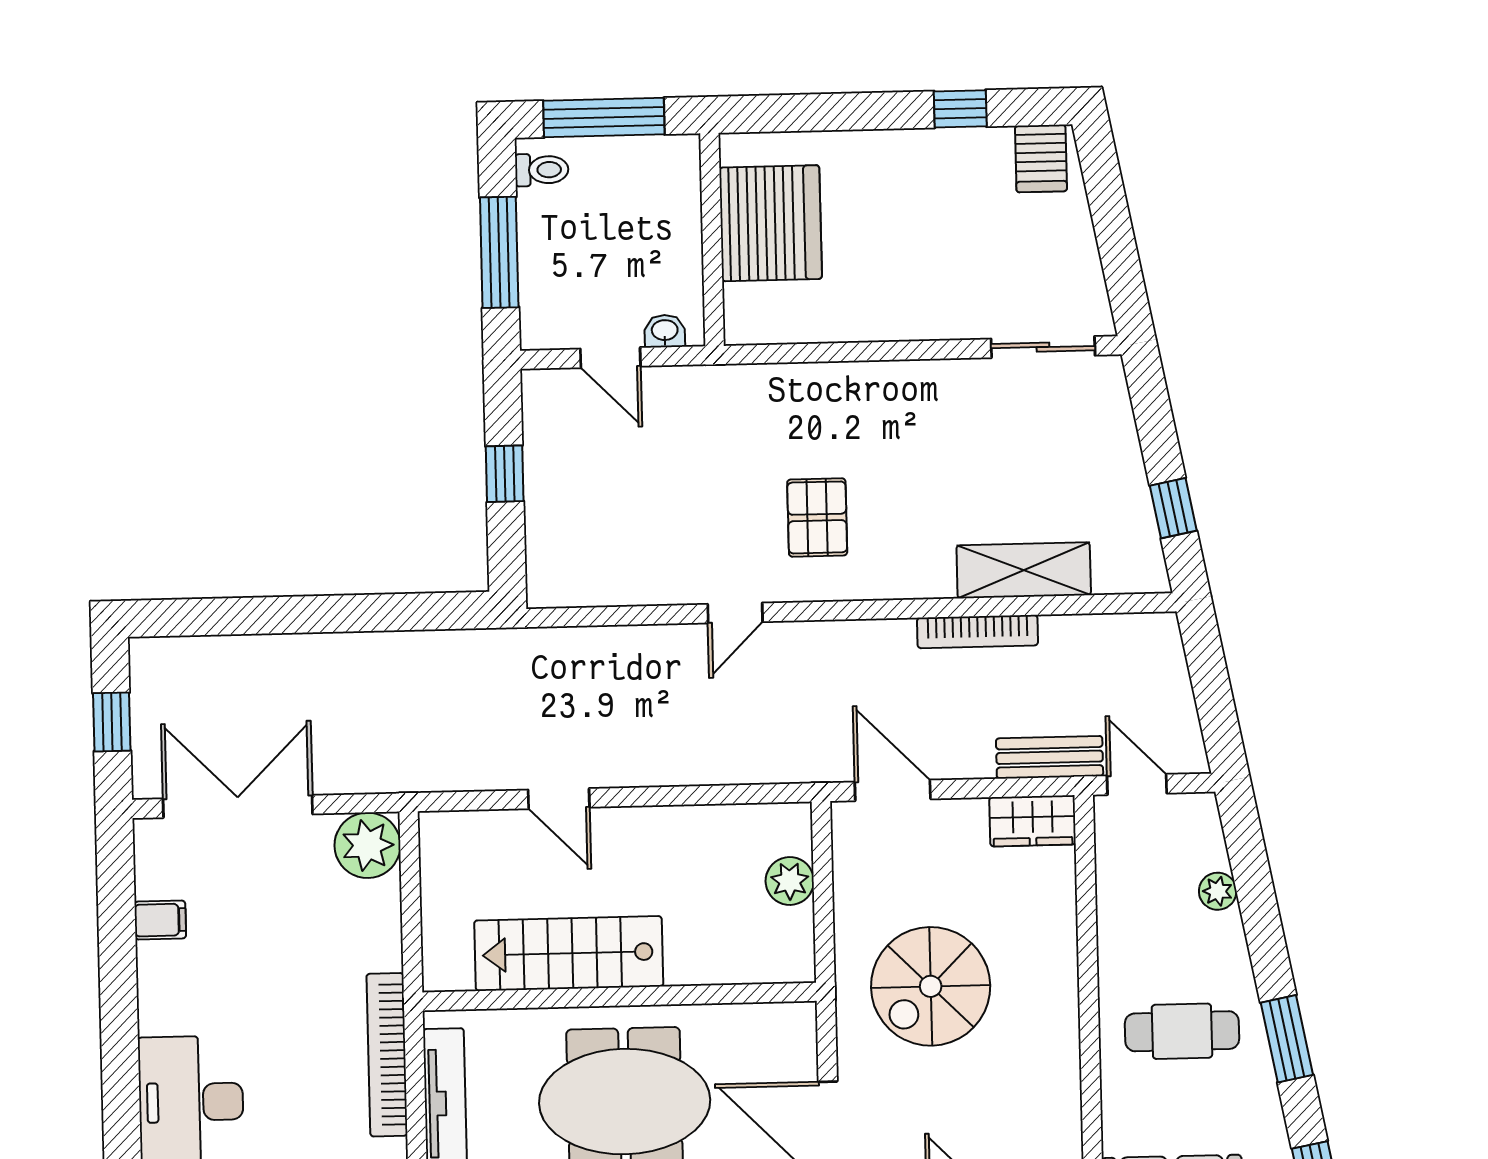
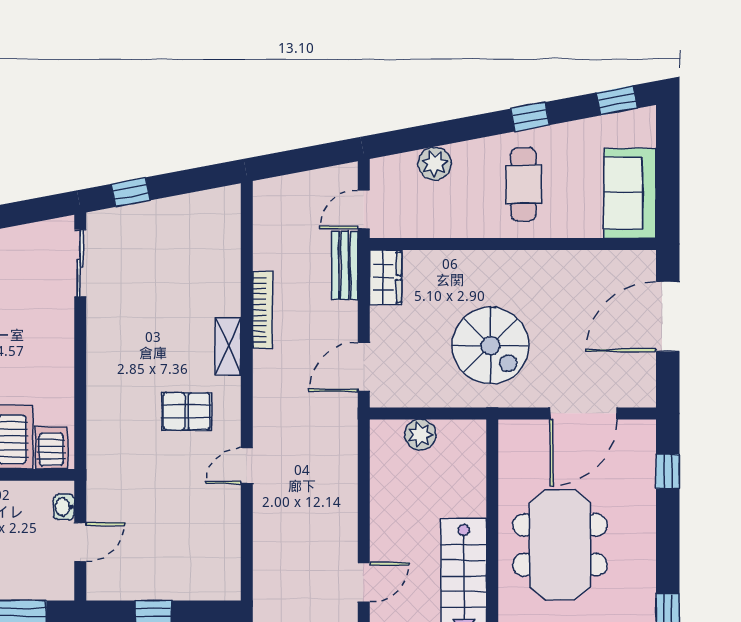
server rack: (756, 309) -> (51, 448), added
window: (1173, 508) -> (131, 192), moved
shelving: (1024, 570) -> (228, 346), moved, width x0.67, depth x0.75
door: (735, 613) -> (247, 466), swing flipped
plant: (1218, 891) -> (435, 164), width x1.38, depth x1.38
window: (1287, 1039) -> (530, 117), width x0.67

